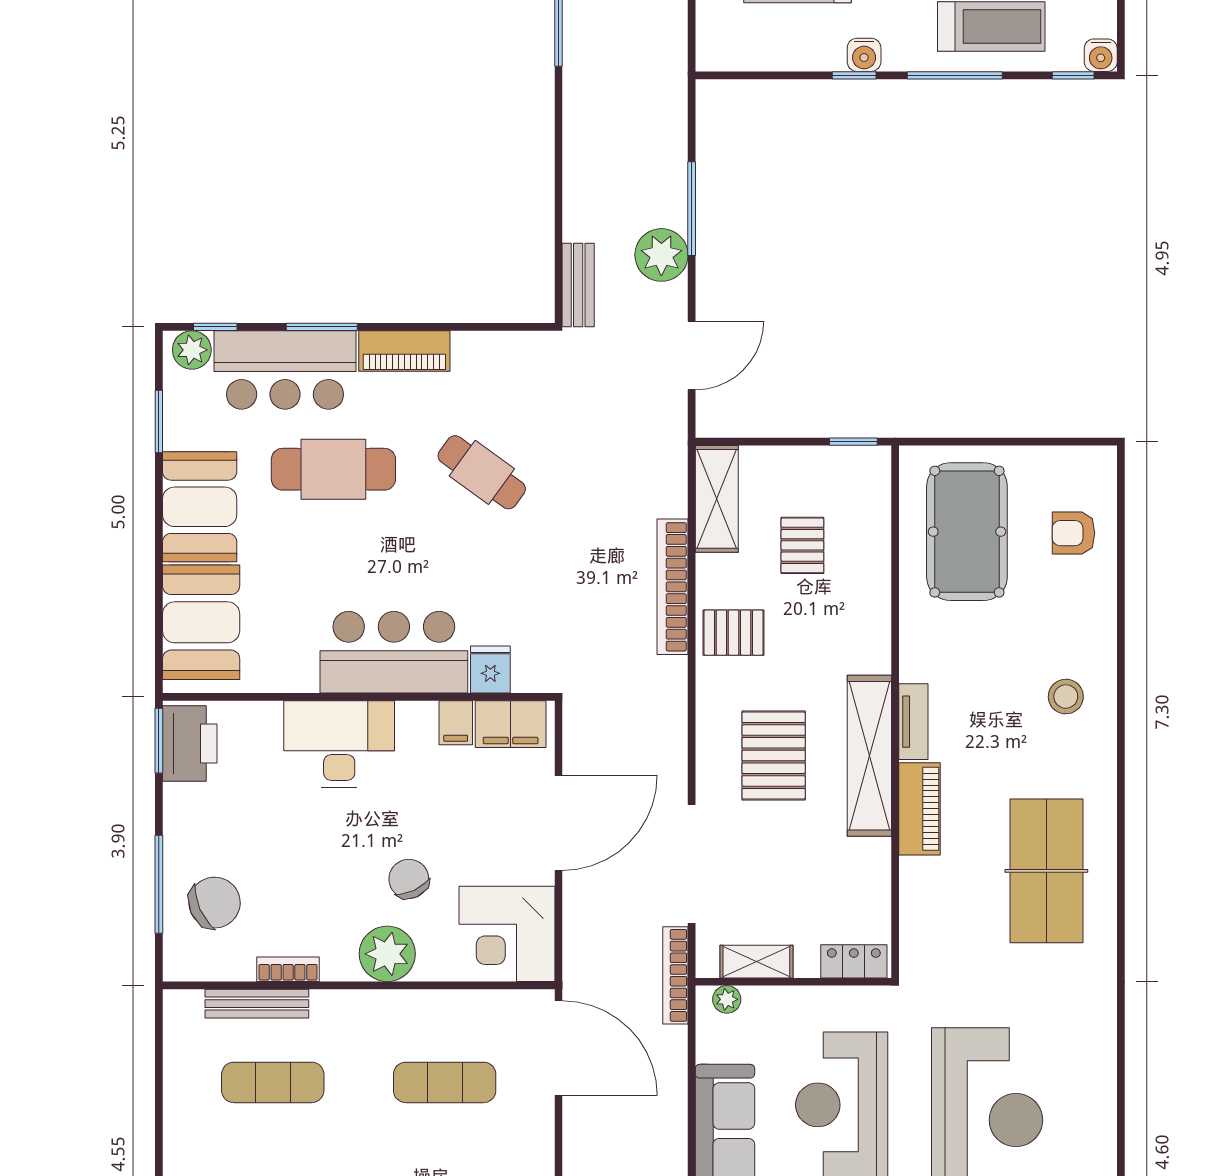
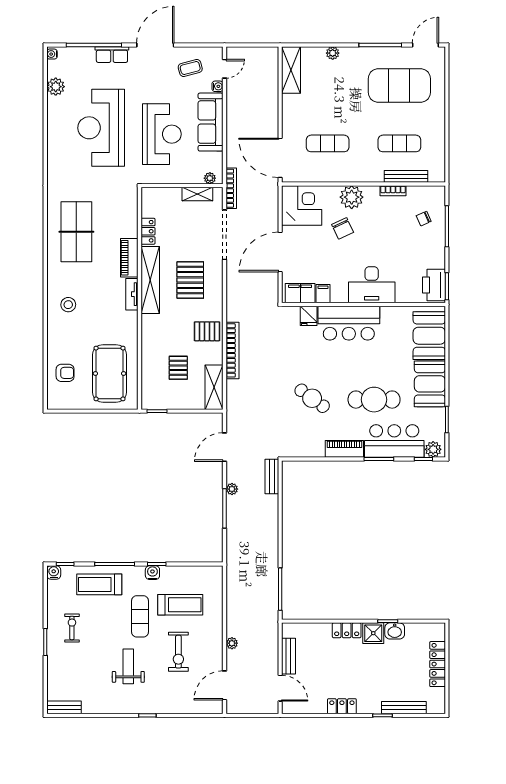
plant: (661, 255) -> (232, 489), width x0.53, depth x0.53
chair: (215, 903) -> (424, 219), width x0.54, depth x0.54
locker: (854, 961) -> (148, 231), moved, turned -90

